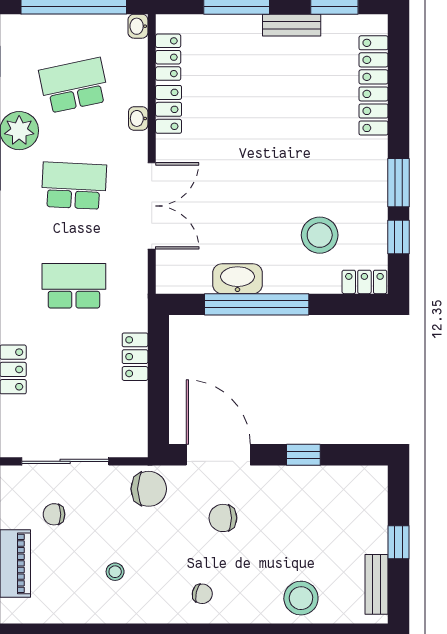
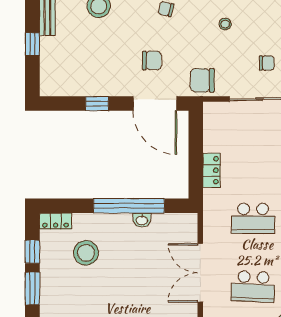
washbasin: (237, 279) -> (142, 220), width x0.52, depth x0.69

